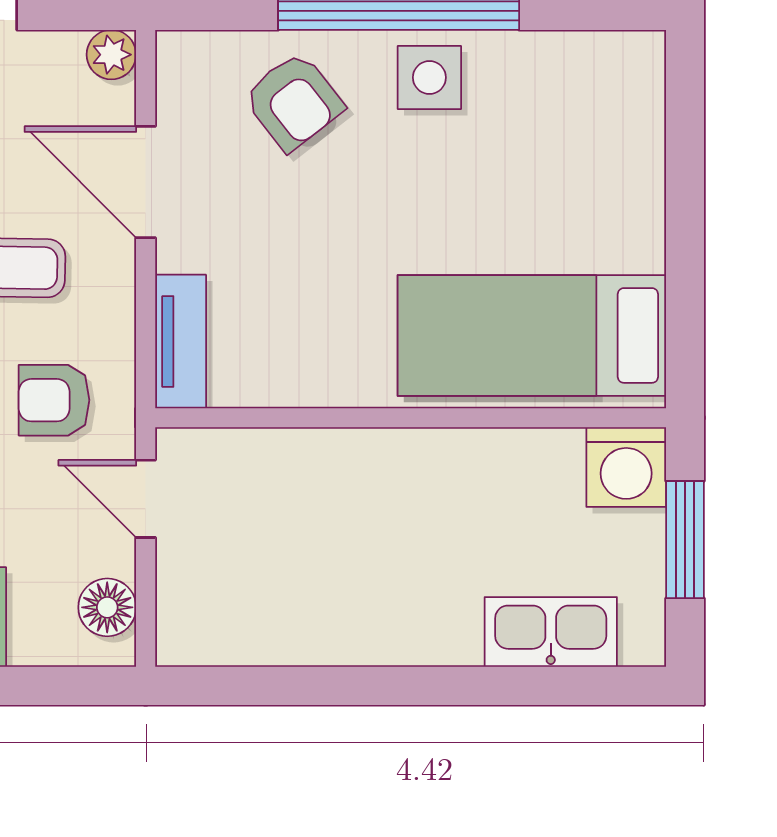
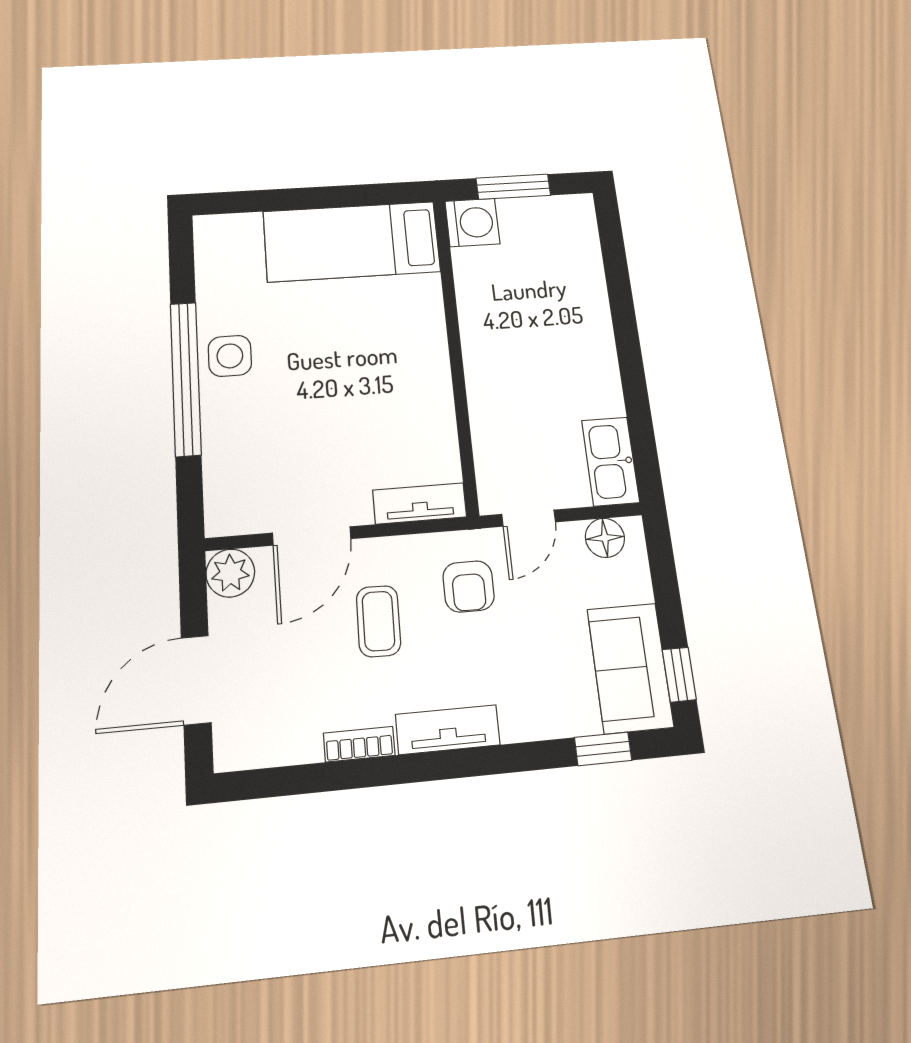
plant: (111, 55) -> (230, 573), width x1.38, depth x1.38
armchair: (294, 101) -> (250, 441), removed
bed: (532, 335) -> (352, 242), moved, turned 90
kitchen sink: (551, 632) -> (610, 461), moved

